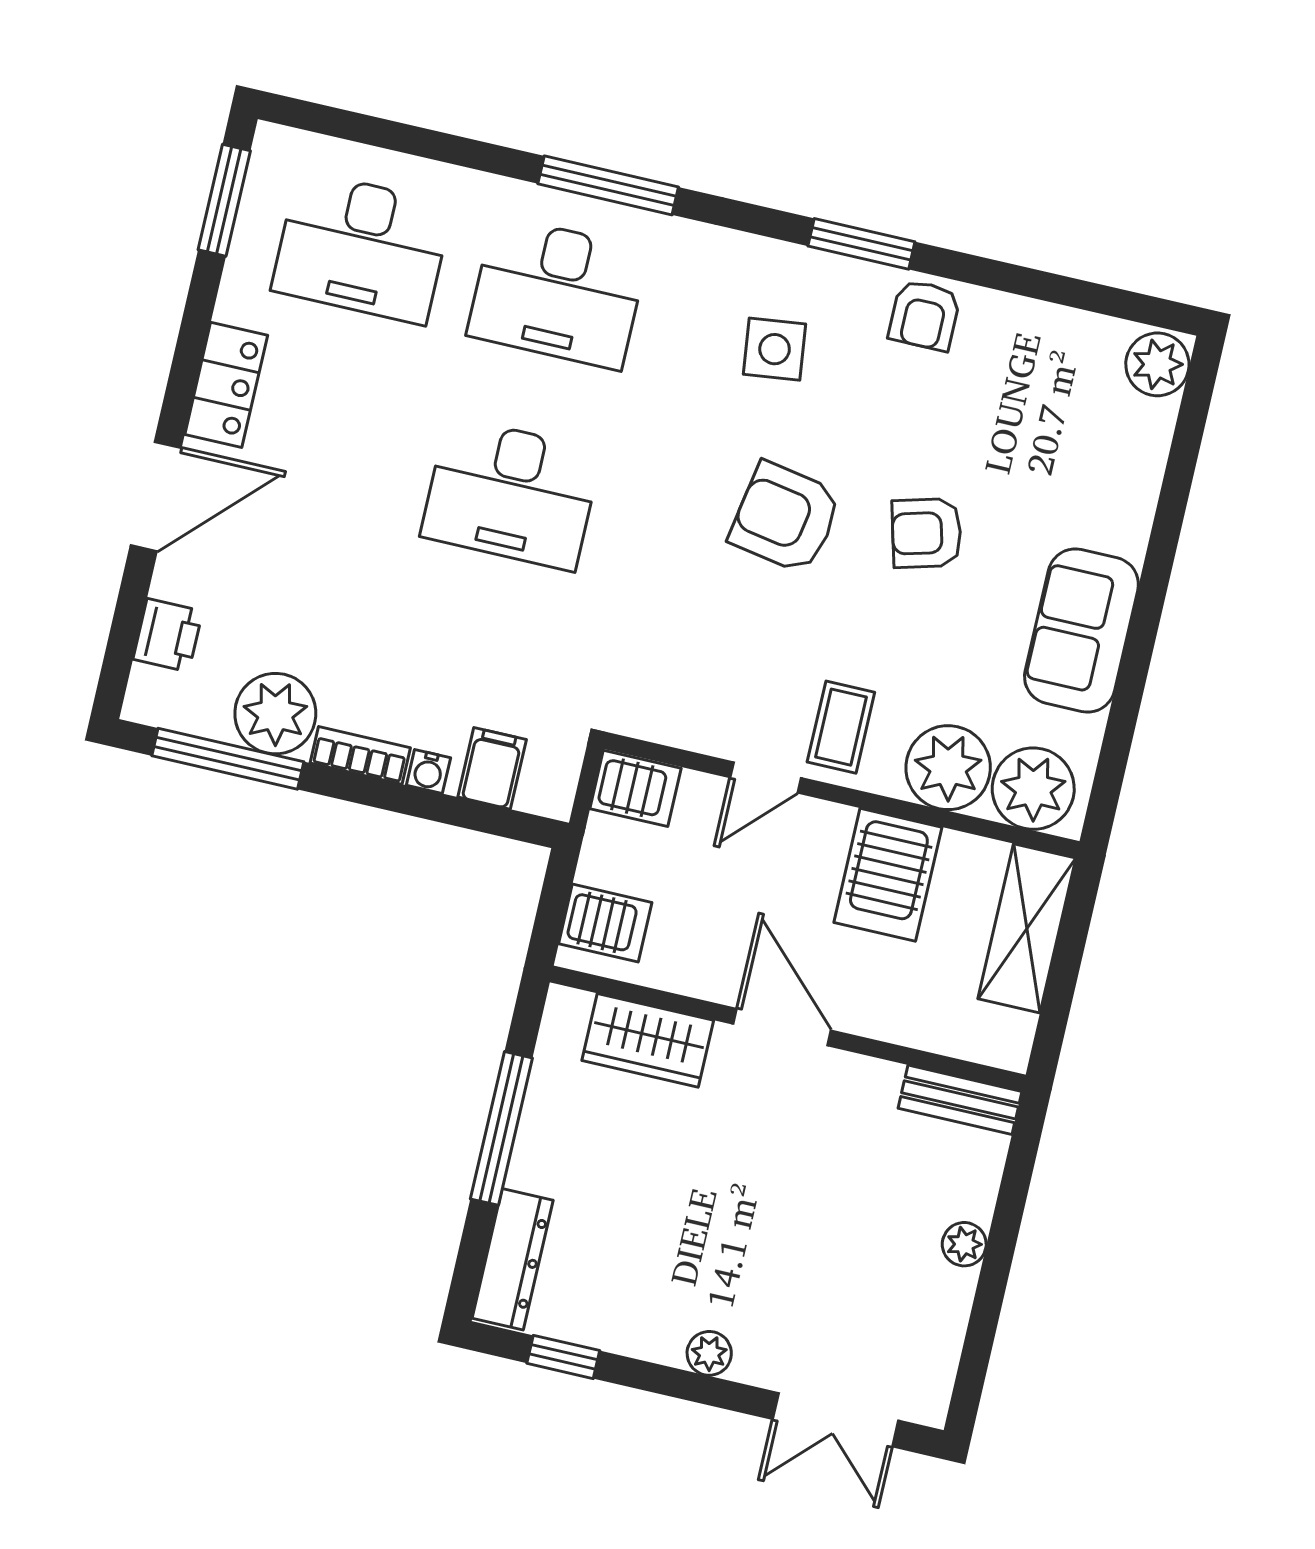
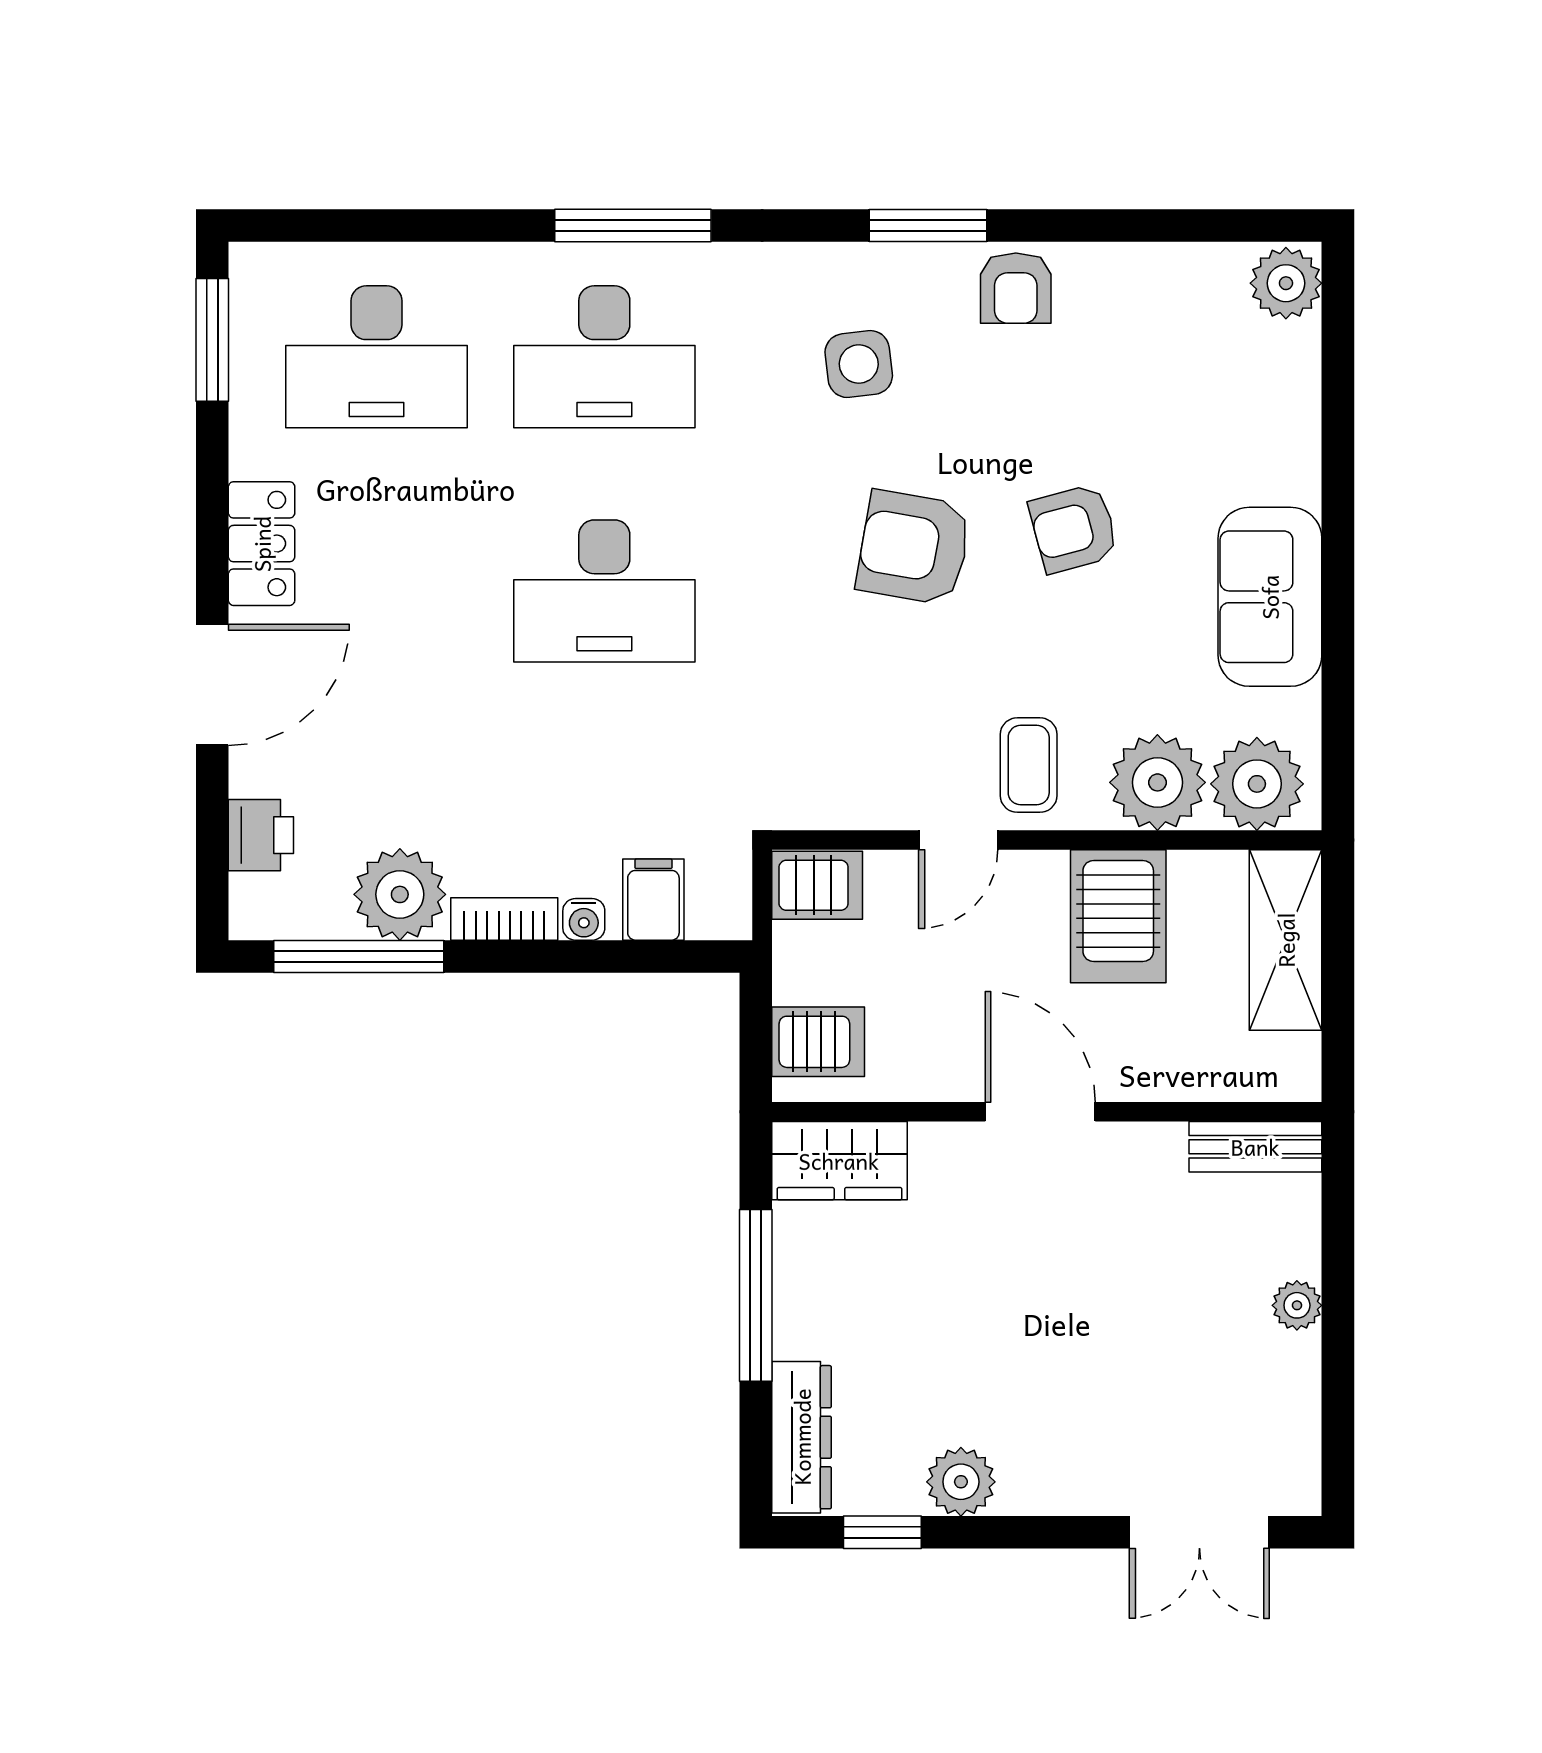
wardrobe: (648, 1040) -> (839, 1161), moved
plant: (709, 1353) -> (961, 1482), moved, width x1.38, depth x1.38

